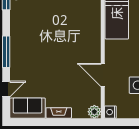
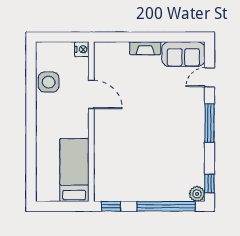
plant: (94, 112) -> (102, 50), removed

